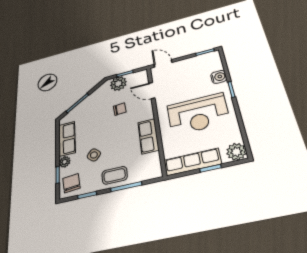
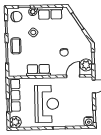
water cooler: (219, 77) -> (89, 121), moved
plant: (118, 84) -> (86, 65), moved
reception desk: (198, 114) -> (47, 104), turned 180

